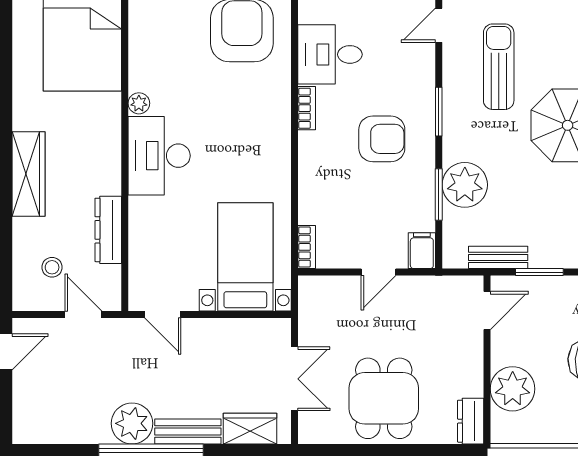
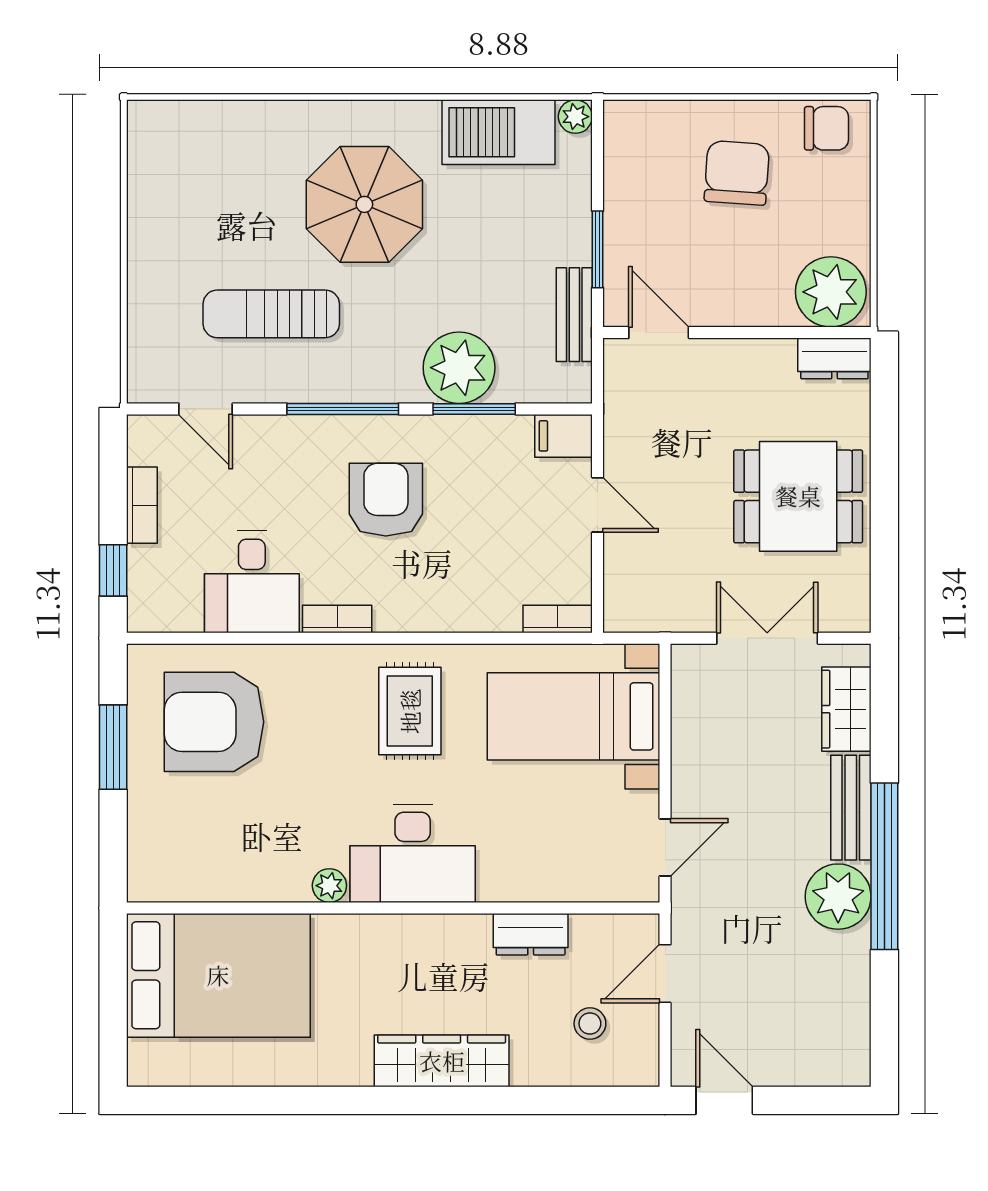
window: (439, 112) -> (343, 409), width x1.44
rug: (249, 154) -> (410, 711), added
dresser: (108, 230) -> (531, 934), width x0.70
plant: (513, 389) -> (831, 292), moved

